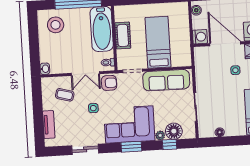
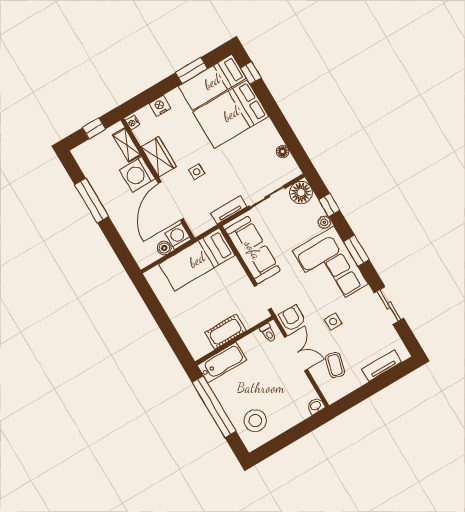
boiler: (196, 10) -> (164, 248), moved
bathtub: (102, 29) -> (222, 362), width x0.73, depth x0.73
bed: (158, 42) -> (197, 260), moved
tv unit: (200, 78) -> (229, 210), added
floor lamp: (174, 131) -> (301, 193), moved

